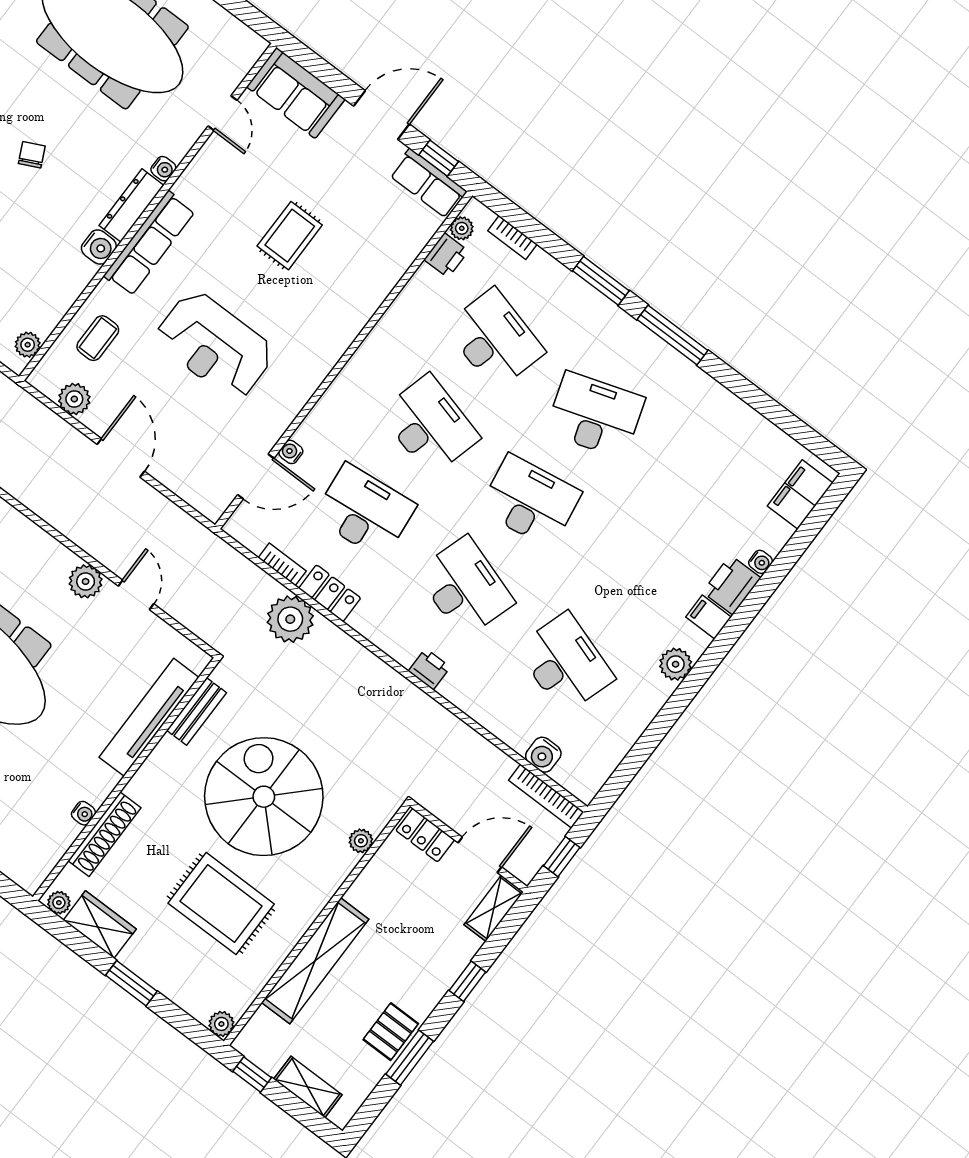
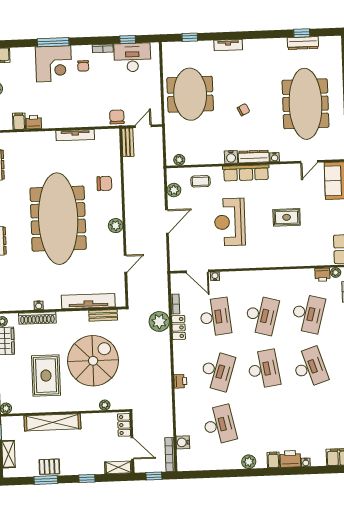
plant: (86, 581) -> (116, 226), moved
desk: (565, 663) -> (219, 425), turned -30

